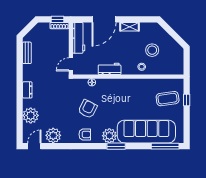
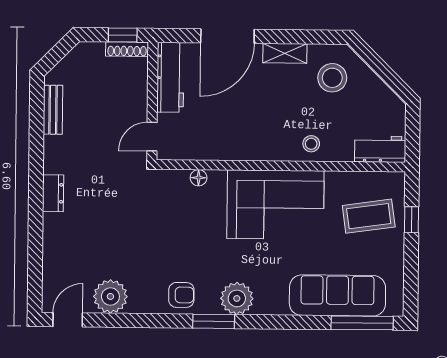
stool: (152, 50) -> (332, 78), moved
workbench: (110, 69) -> (380, 149), moved
corner sofa: (126, 94) -> (275, 205), added
armchair: (88, 109) -> (188, 237), removed
plant: (31, 115) -> (60, 251), removed
sofa: (146, 132) -> (337, 295), width x0.74, depth x0.79
window: (116, 146) -> (214, 321), moved

